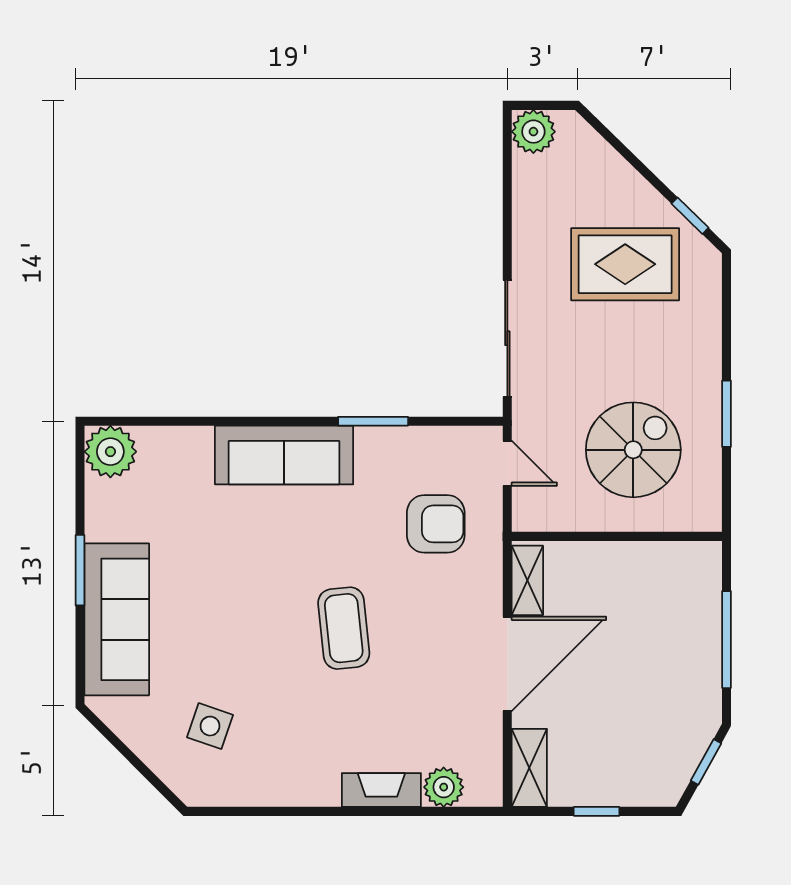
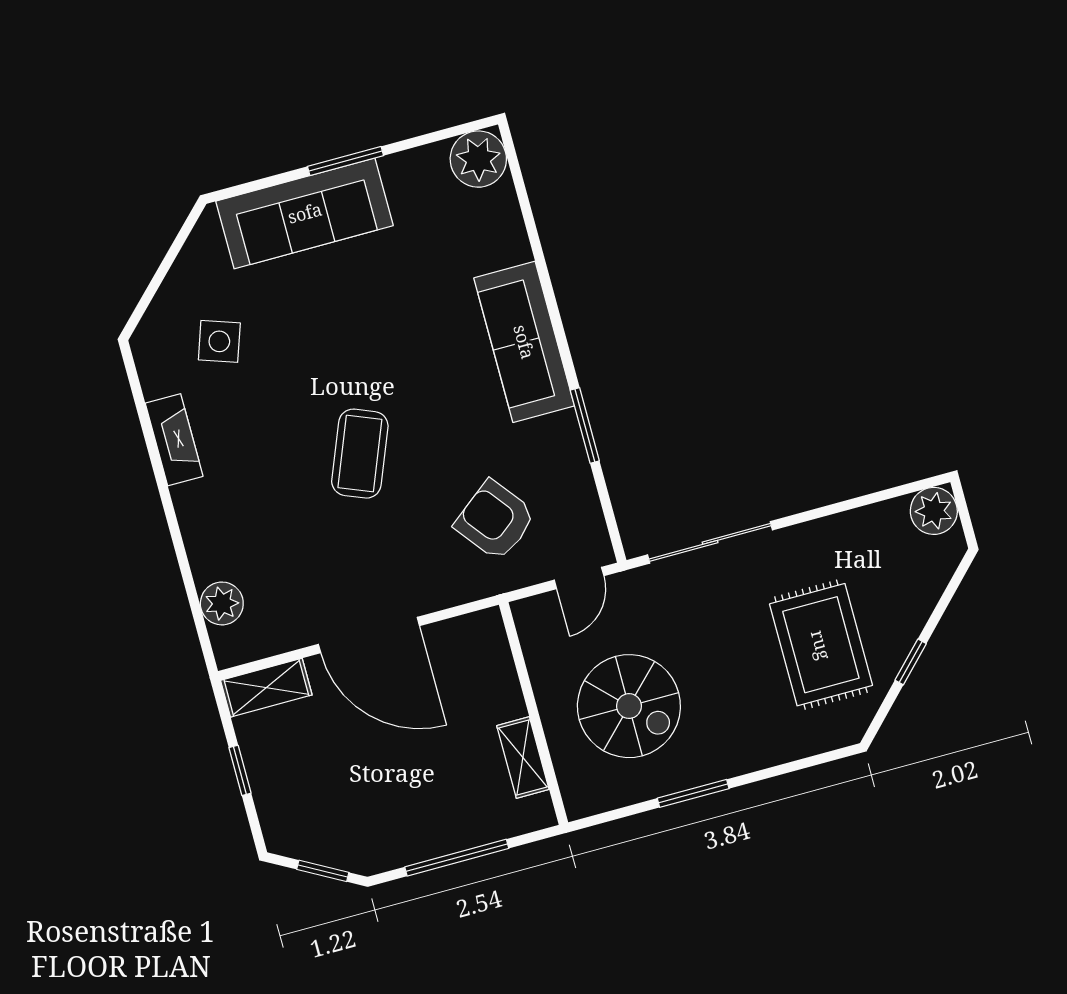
window: (690, 216) -> (911, 662), moved
armchair: (436, 524) -> (495, 520), turned 142
shelving: (527, 580) -> (523, 757), moved, turned 90
coffee table: (344, 628) -> (360, 454), turned -62
fireplace: (381, 790) -> (174, 440), moved

